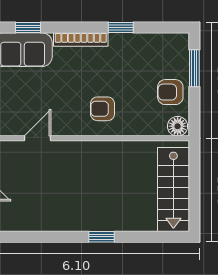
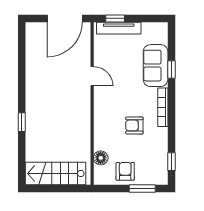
window: (121, 28) -> (171, 162), moved
armchair: (103, 109) -> (134, 125), moved, turned -90
floor lamp: (178, 126) -> (101, 158), moved

